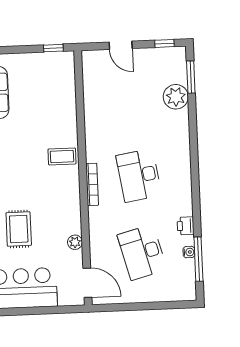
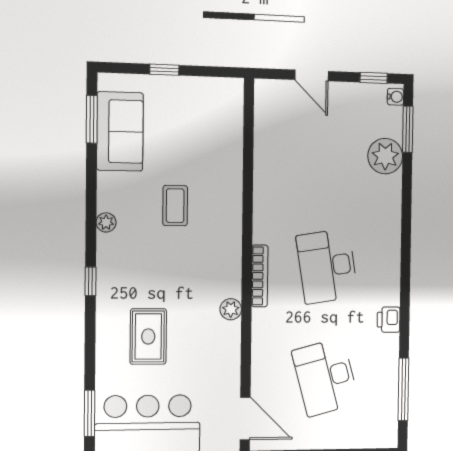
window: (53, 48) -> (164, 70), moved
coffee table: (62, 156) -> (175, 206), moved, turned 90
printer: (185, 226) -> (389, 320), moved
plant: (75, 242) -> (231, 309), moved
water cooler: (189, 252) -> (395, 97), moved

